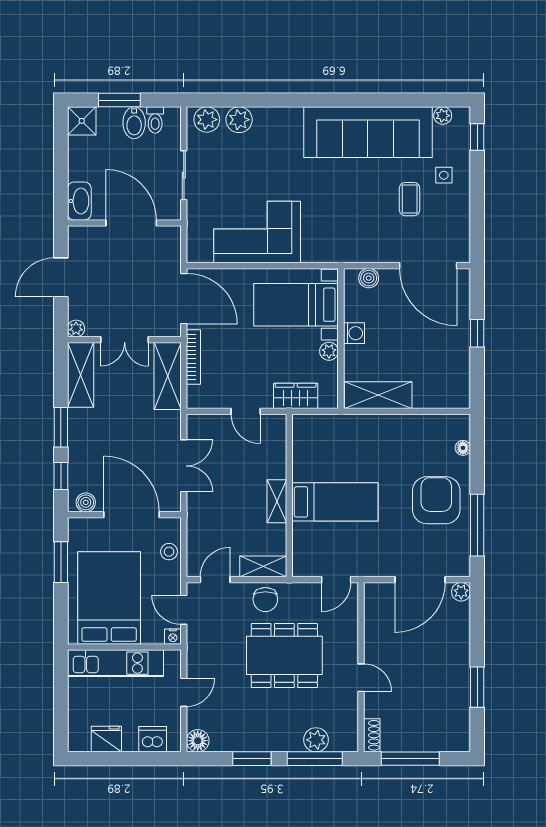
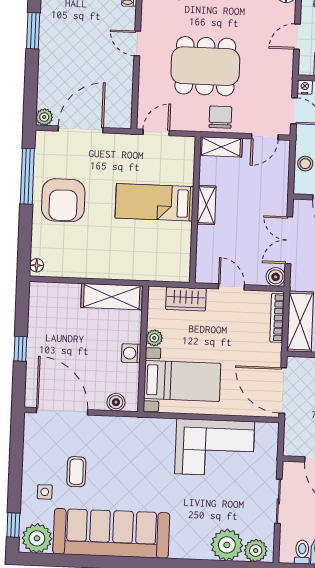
plant: (443, 116) -> (37, 538), width x1.87, depth x1.87
plant: (239, 120) -> (227, 545), width x1.36, depth x1.36
bookcase: (193, 357) -> (277, 318), moved
boiler: (197, 425) -> (276, 277), added
floor lamp: (463, 448) -> (37, 265), moved

